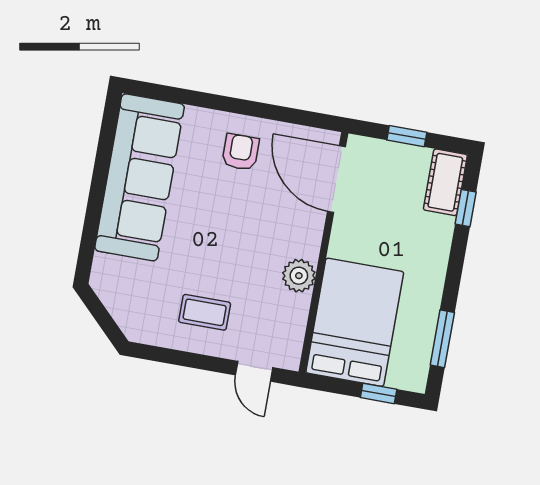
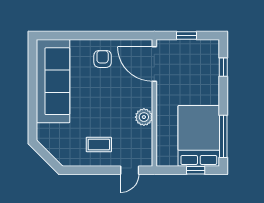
cot: (445, 182) -> (211, 56), removed
bed: (355, 322) -> (199, 136), moved
window: (442, 339) -> (223, 136), width x1.44
door: (254, 371) -> (130, 170), hinge flipped

